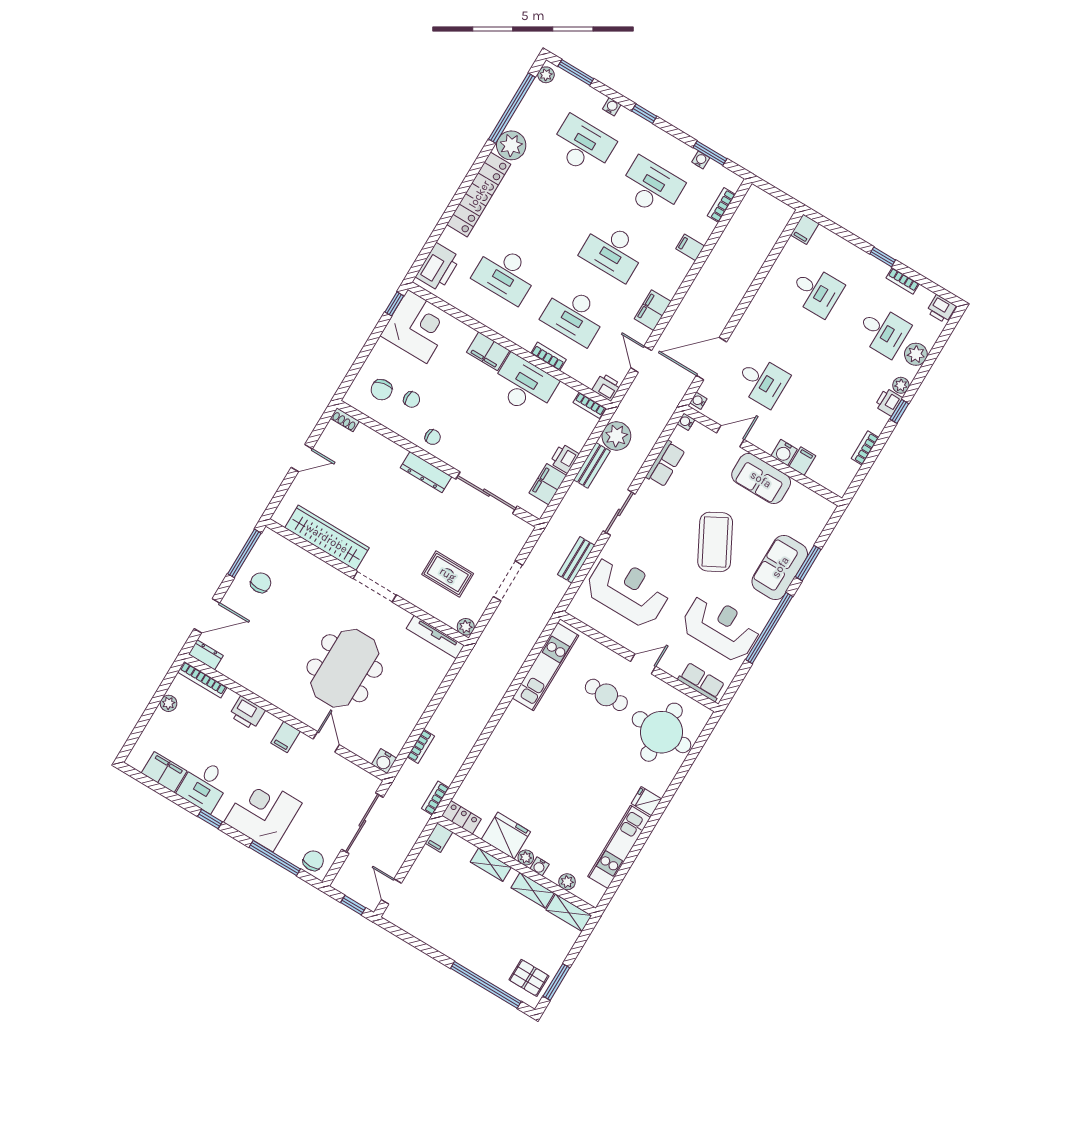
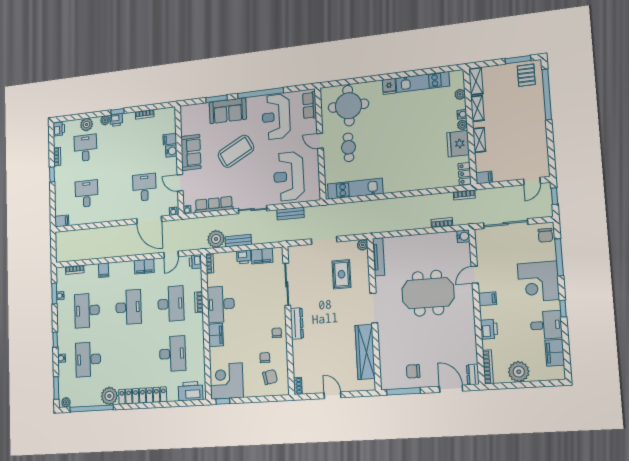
row of seats: (665, 464) -> (214, 205), width x1.48
plant: (169, 703) -> (519, 372), width x1.87, depth x1.87
chair: (313, 861) -> (545, 235), turned -90

